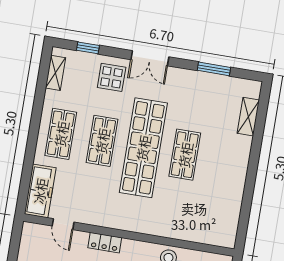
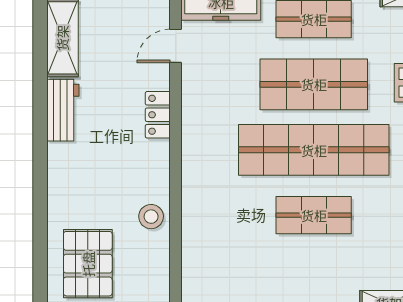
shop shelf: (102, 141) -> (314, 84), width x1.43, depth x1.36

